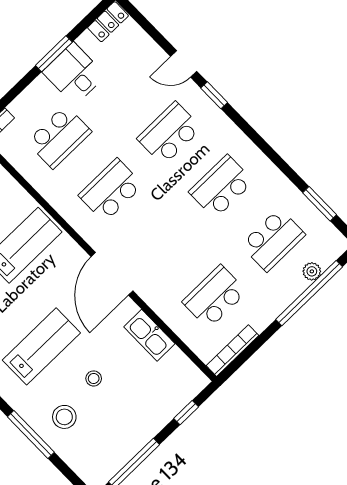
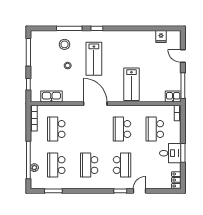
school desk: (221, 187) -> (89, 165), turned 180
school desk: (111, 190) -> (122, 129), turned 180
school desk: (215, 297) -> (56, 129), turned 180
kitchen sink: (149, 335) -> (51, 96), moved

